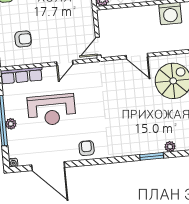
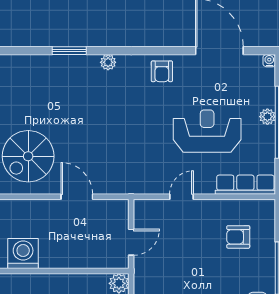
door: (98, 46) -> (131, 242), moved
plant: (170, 147) -> (108, 62), moved

